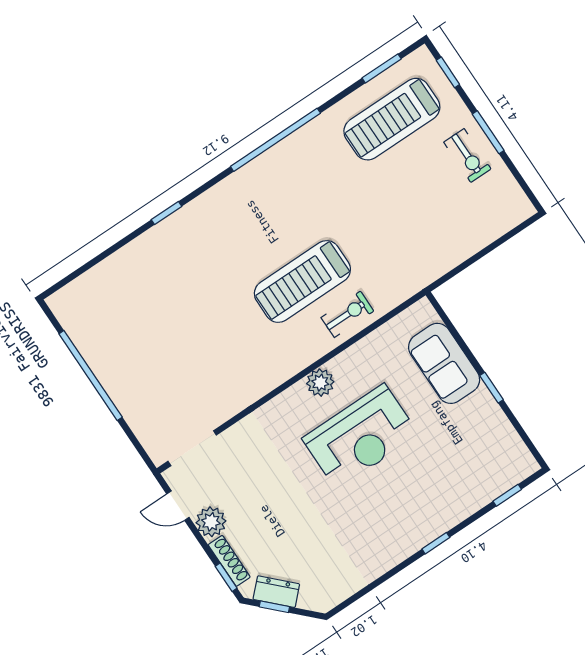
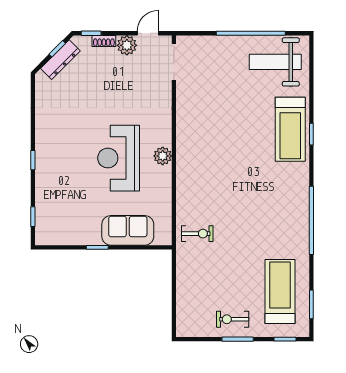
treadmill: (302, 281) -> (290, 129), moved, turned 180
exercise bike: (347, 314) -> (197, 234), moved, turned -90
weight bench: (106, 320) -> (275, 62), added
shoe rack: (229, 561) -> (104, 41), width x0.70
dresser: (276, 592) -> (60, 60), width x1.44

